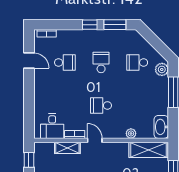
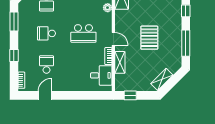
window: (90, 25) -> (14, 55), moved
school desk: (101, 105) -> (83, 33), width x1.85
door: (95, 140) -> (113, 39), swing flipped

